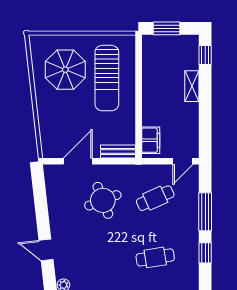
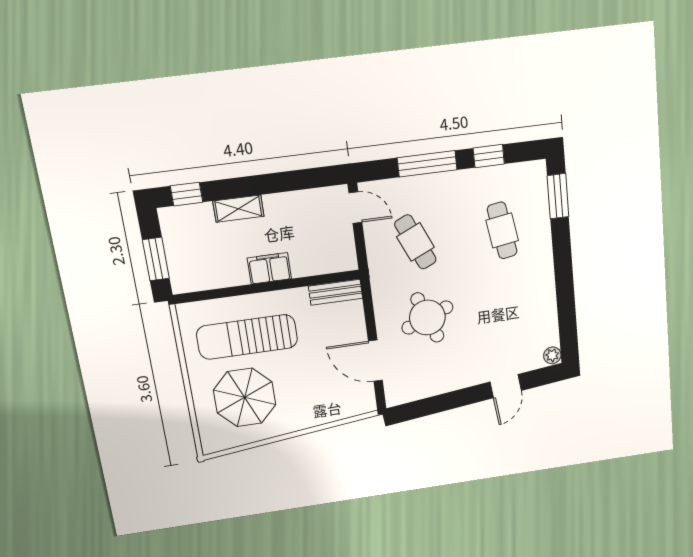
sun lounger: (107, 78) -> (247, 337), turned 180
filing cabinet: (151, 140) -> (269, 268), moved
bench: (118, 152) -> (336, 292), moved, turned 90

